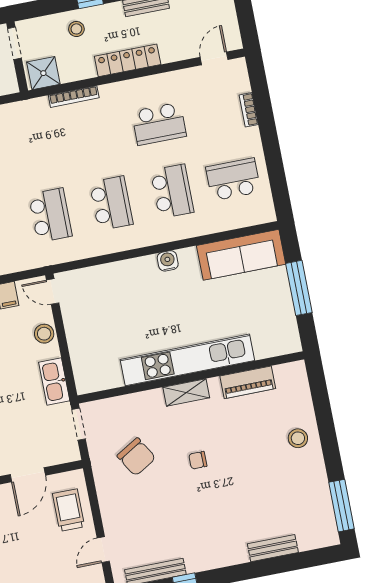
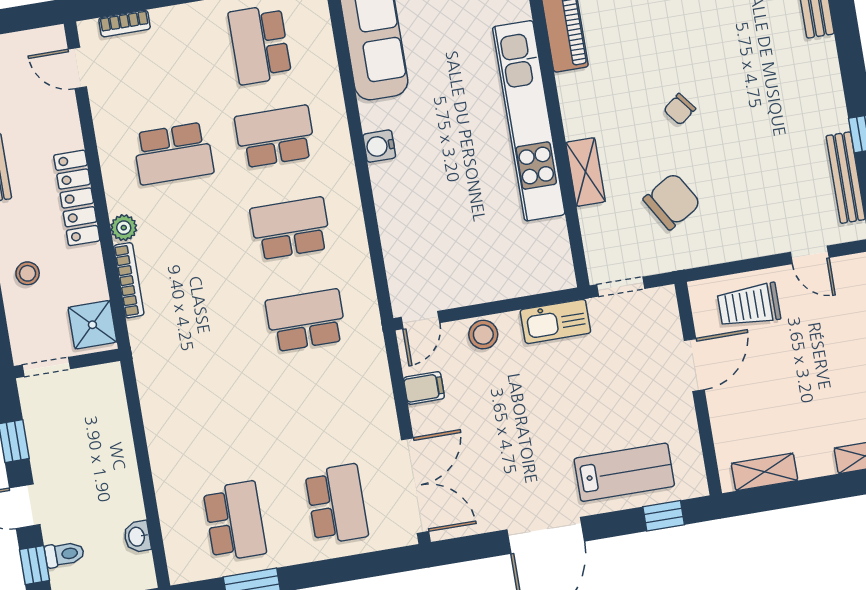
plant: (109, 92) -> (124, 228), added
bookcase: (249, 110) -> (125, 24), moved
school desk: (159, 124) -> (173, 153), turned 90
shelving: (186, 392) -> (586, 172), moved
chair: (198, 460) -> (680, 109), turned 52
door: (28, 475) -> (694, 365), hinge flipped

